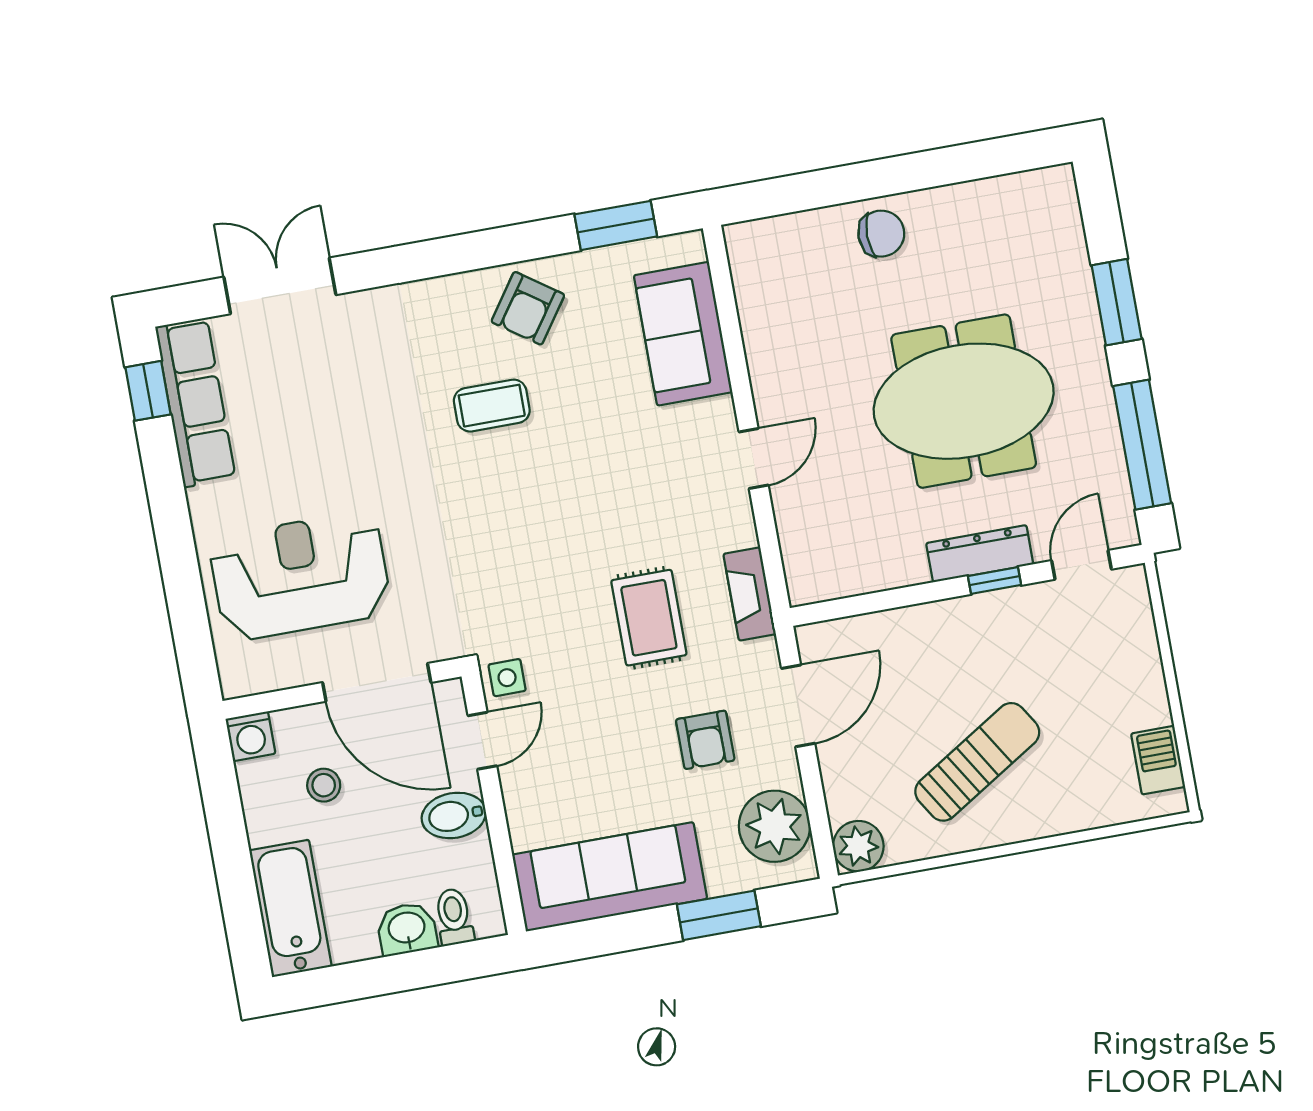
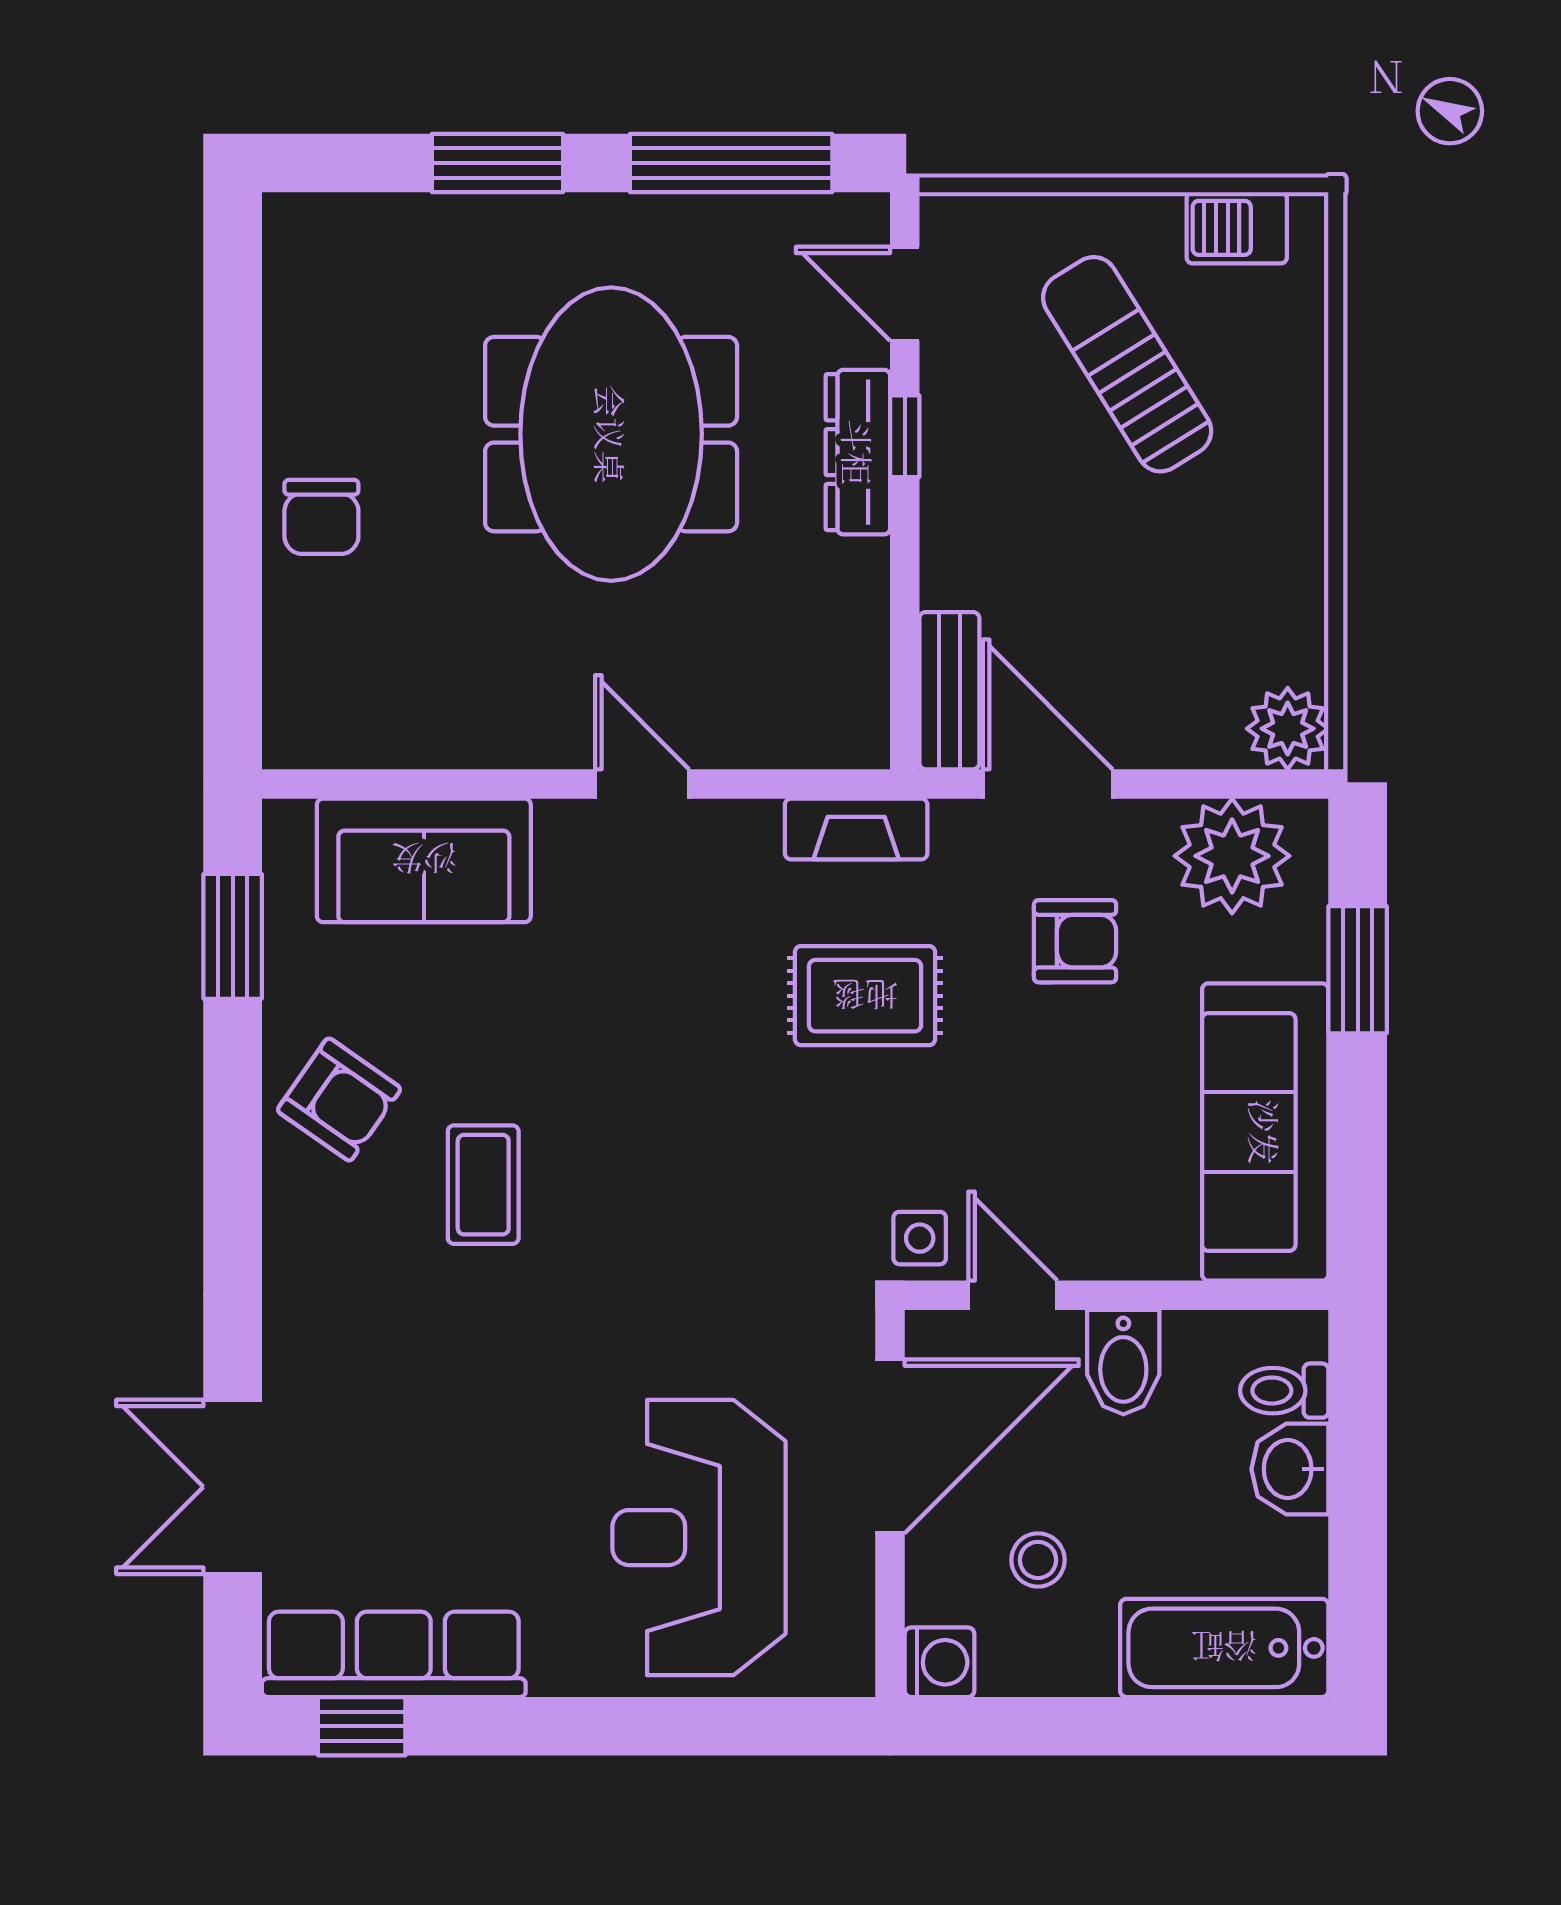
chair: (881, 234) -> (321, 517), turned 180
bench: (844, 636) -> (949, 691), added
sun lounger: (977, 762) -> (1127, 364), moved

